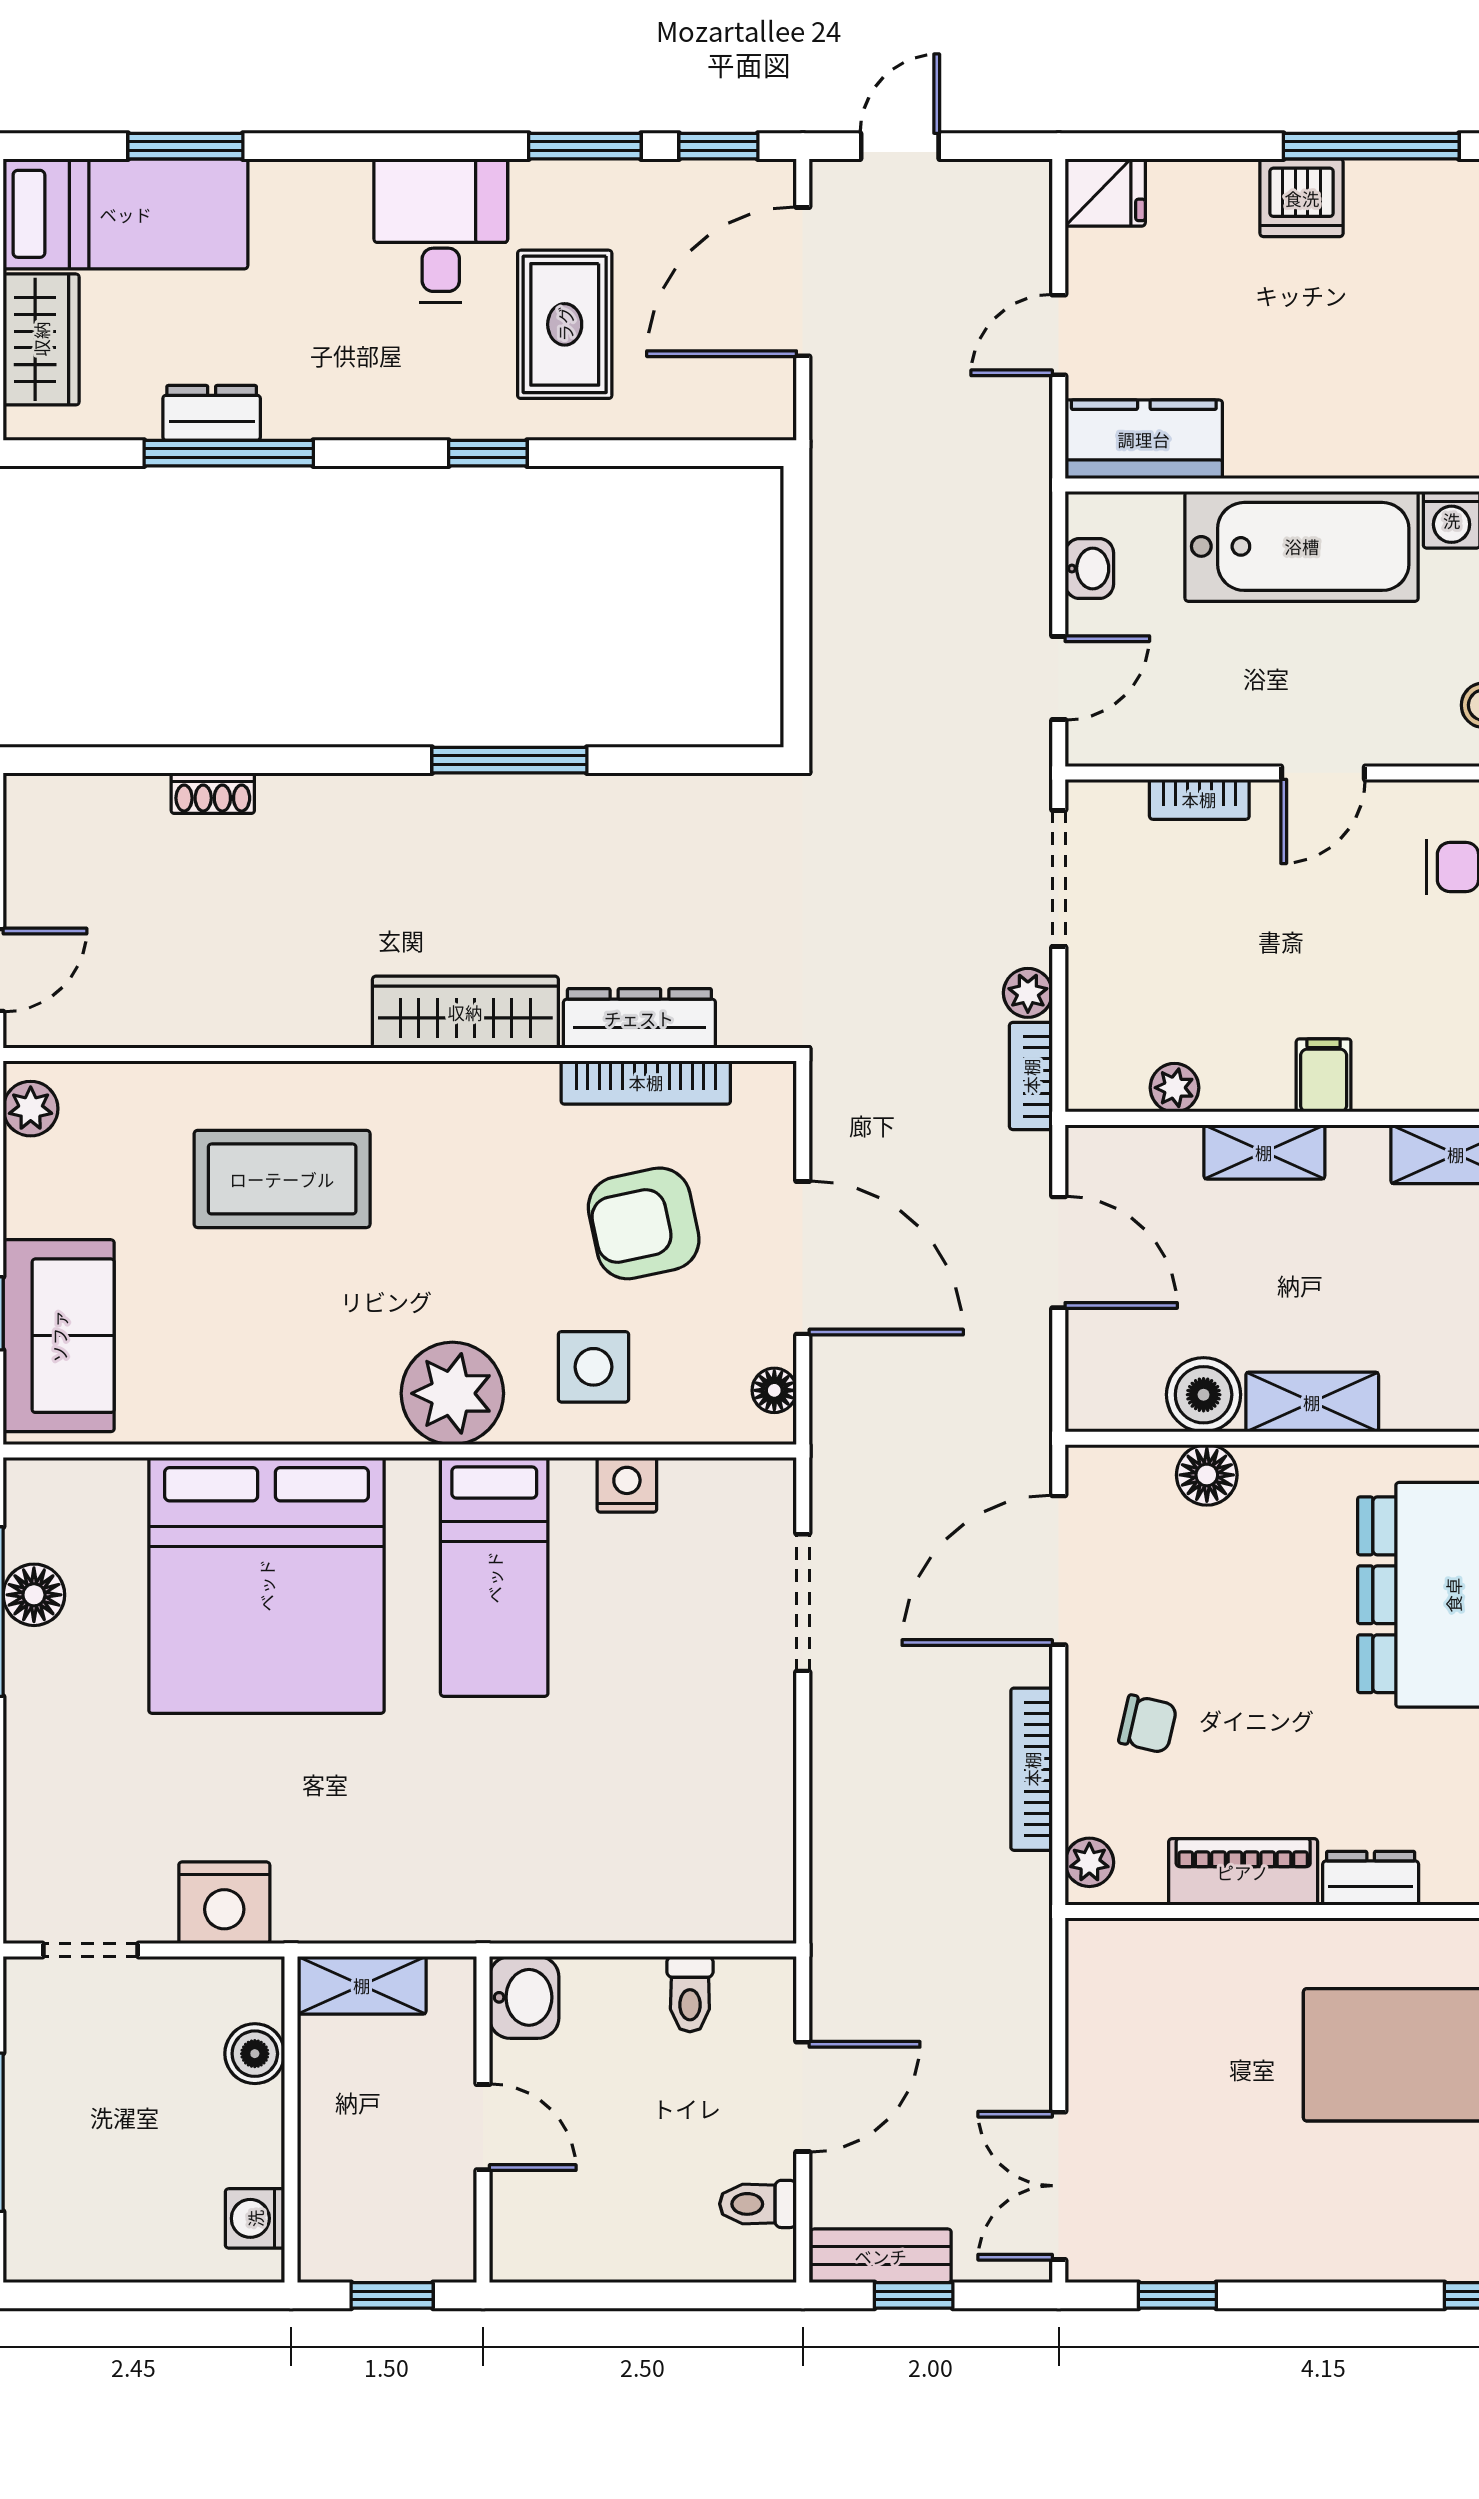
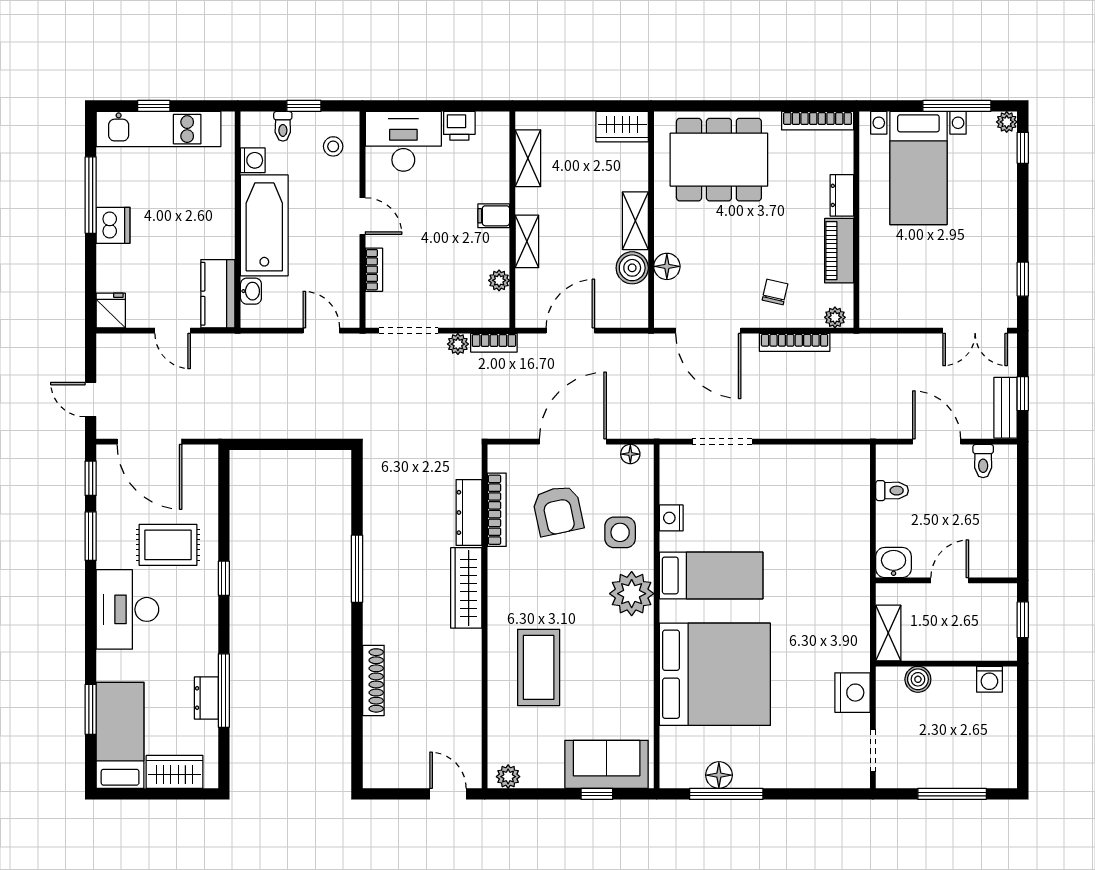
desk: (441, 231) -> (127, 609), width x1.37
washbasin: (1089, 569) -> (251, 291), moved, turned 90
shoe rack: (213, 793) -> (373, 680), width x1.94, depth x1.24

